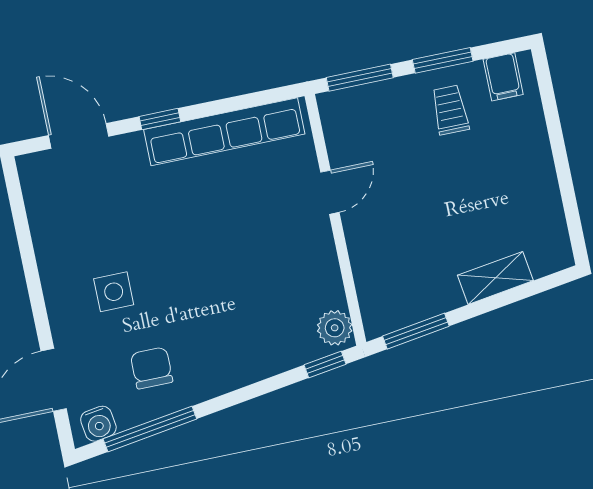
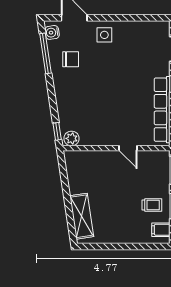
shelving: (495, 278) -> (82, 216), width x1.50, depth x1.33
side table: (114, 292) -> (104, 35), moved
window: (416, 331) -> (63, 172), removed

